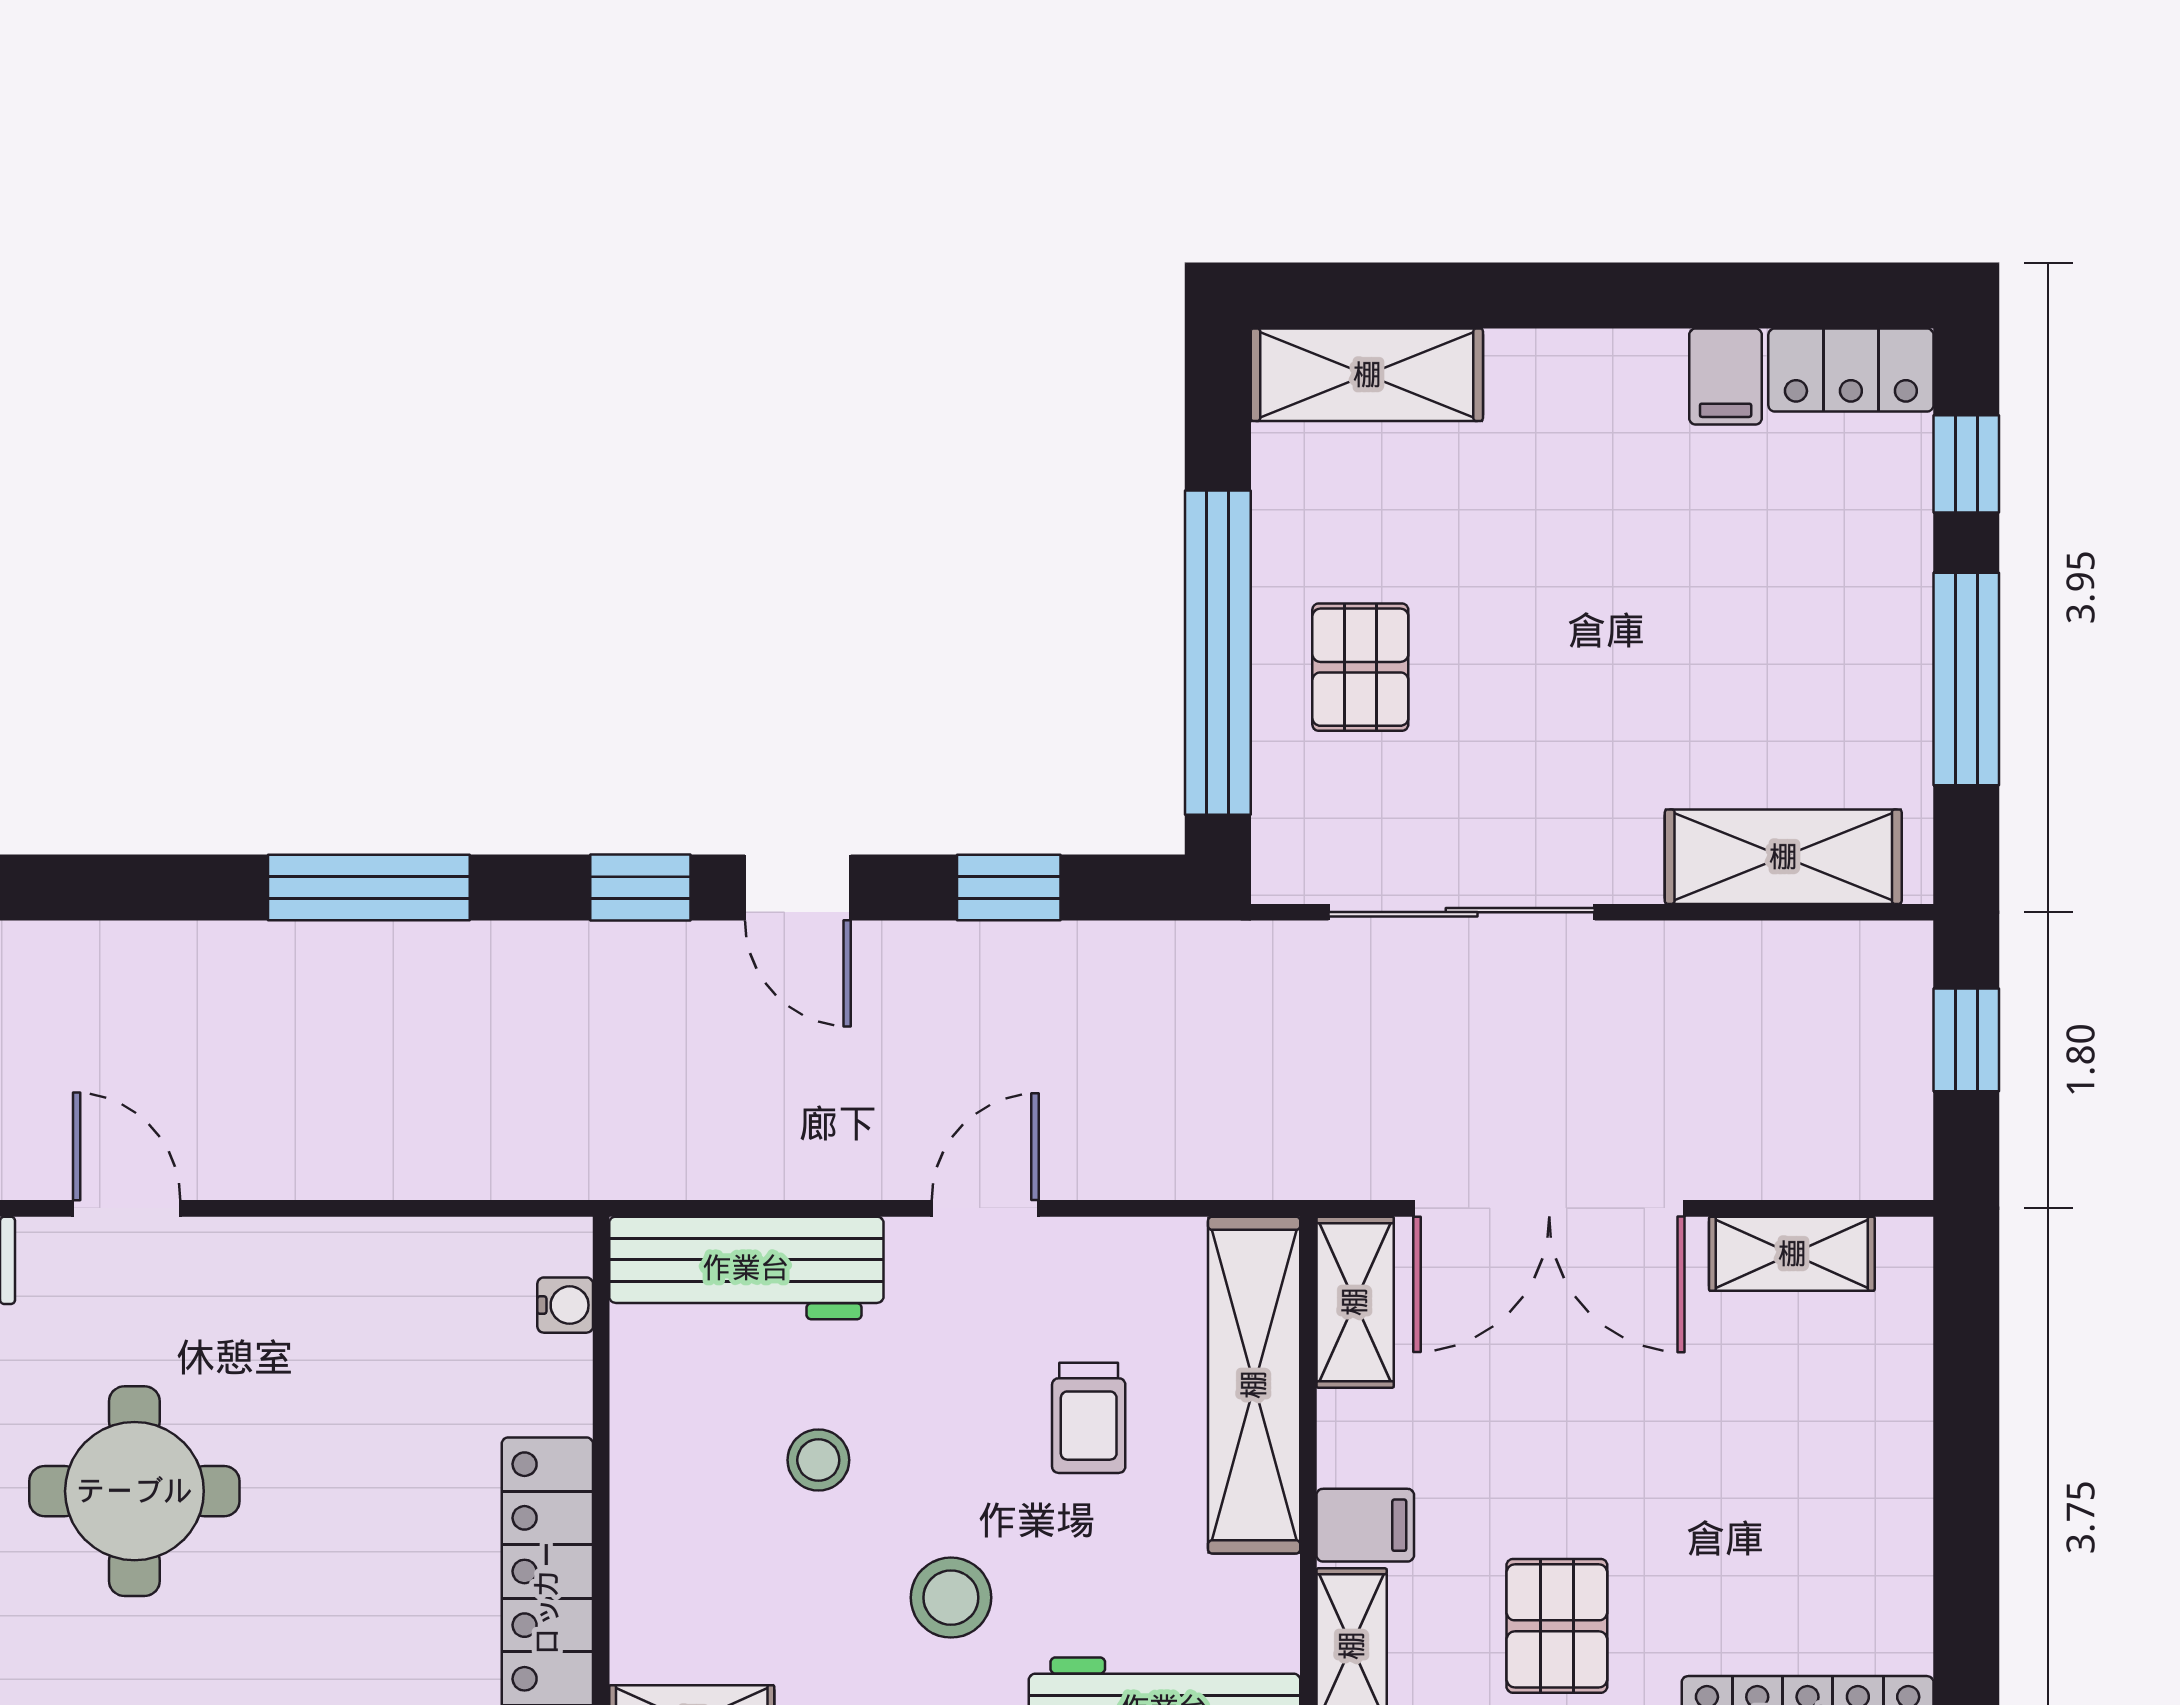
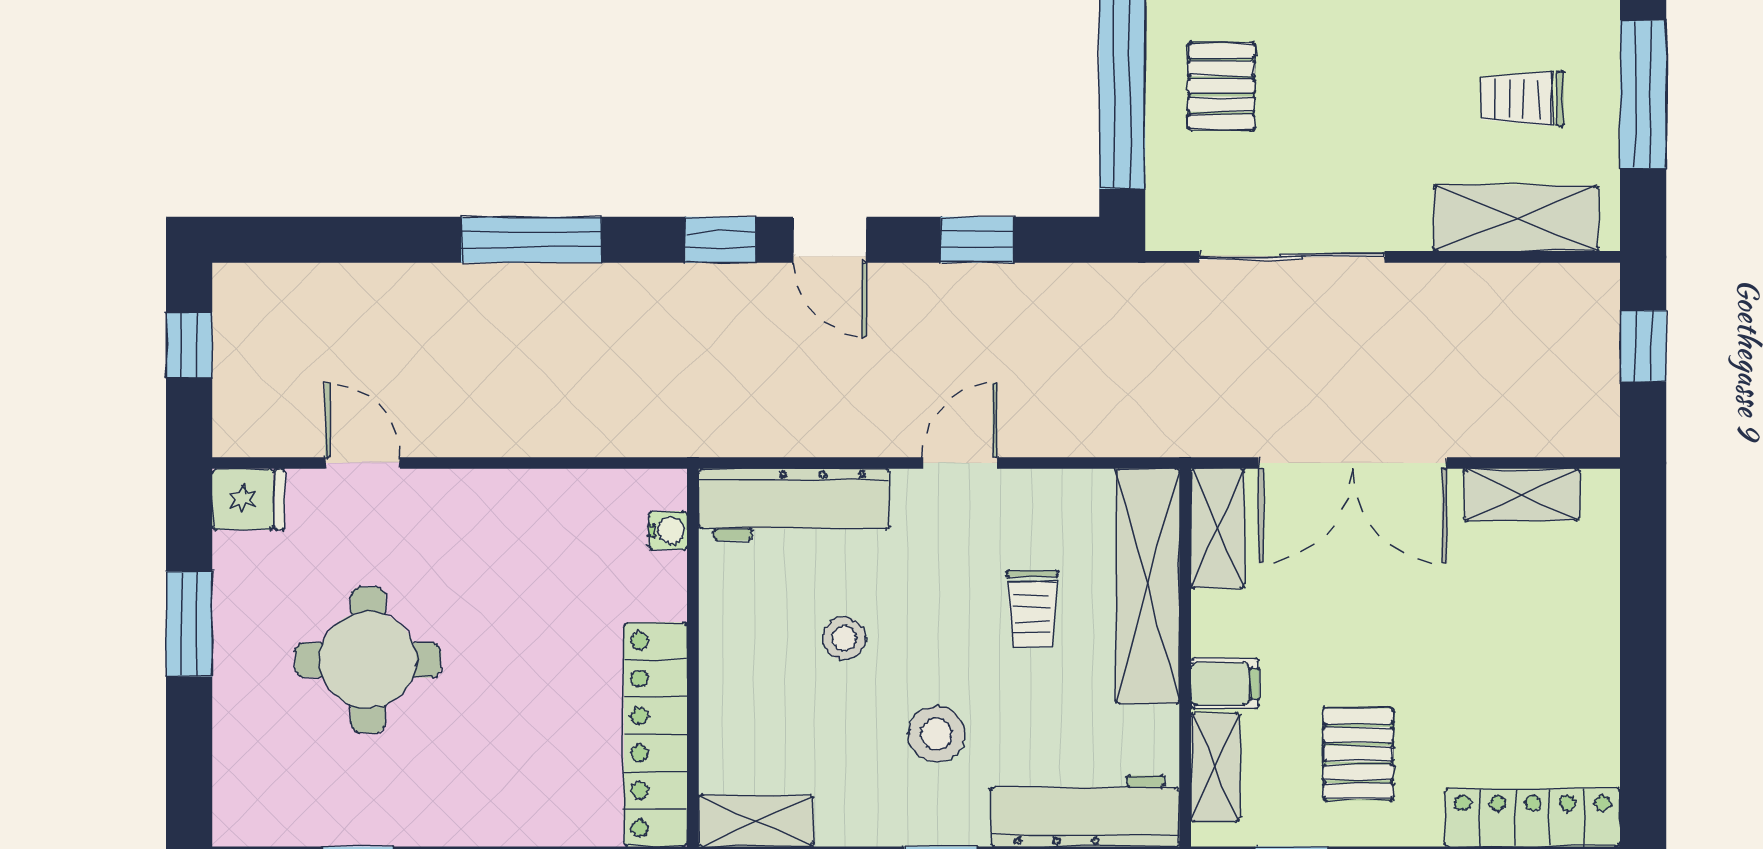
trolley: (1793, 685) -> (1522, 99), added

